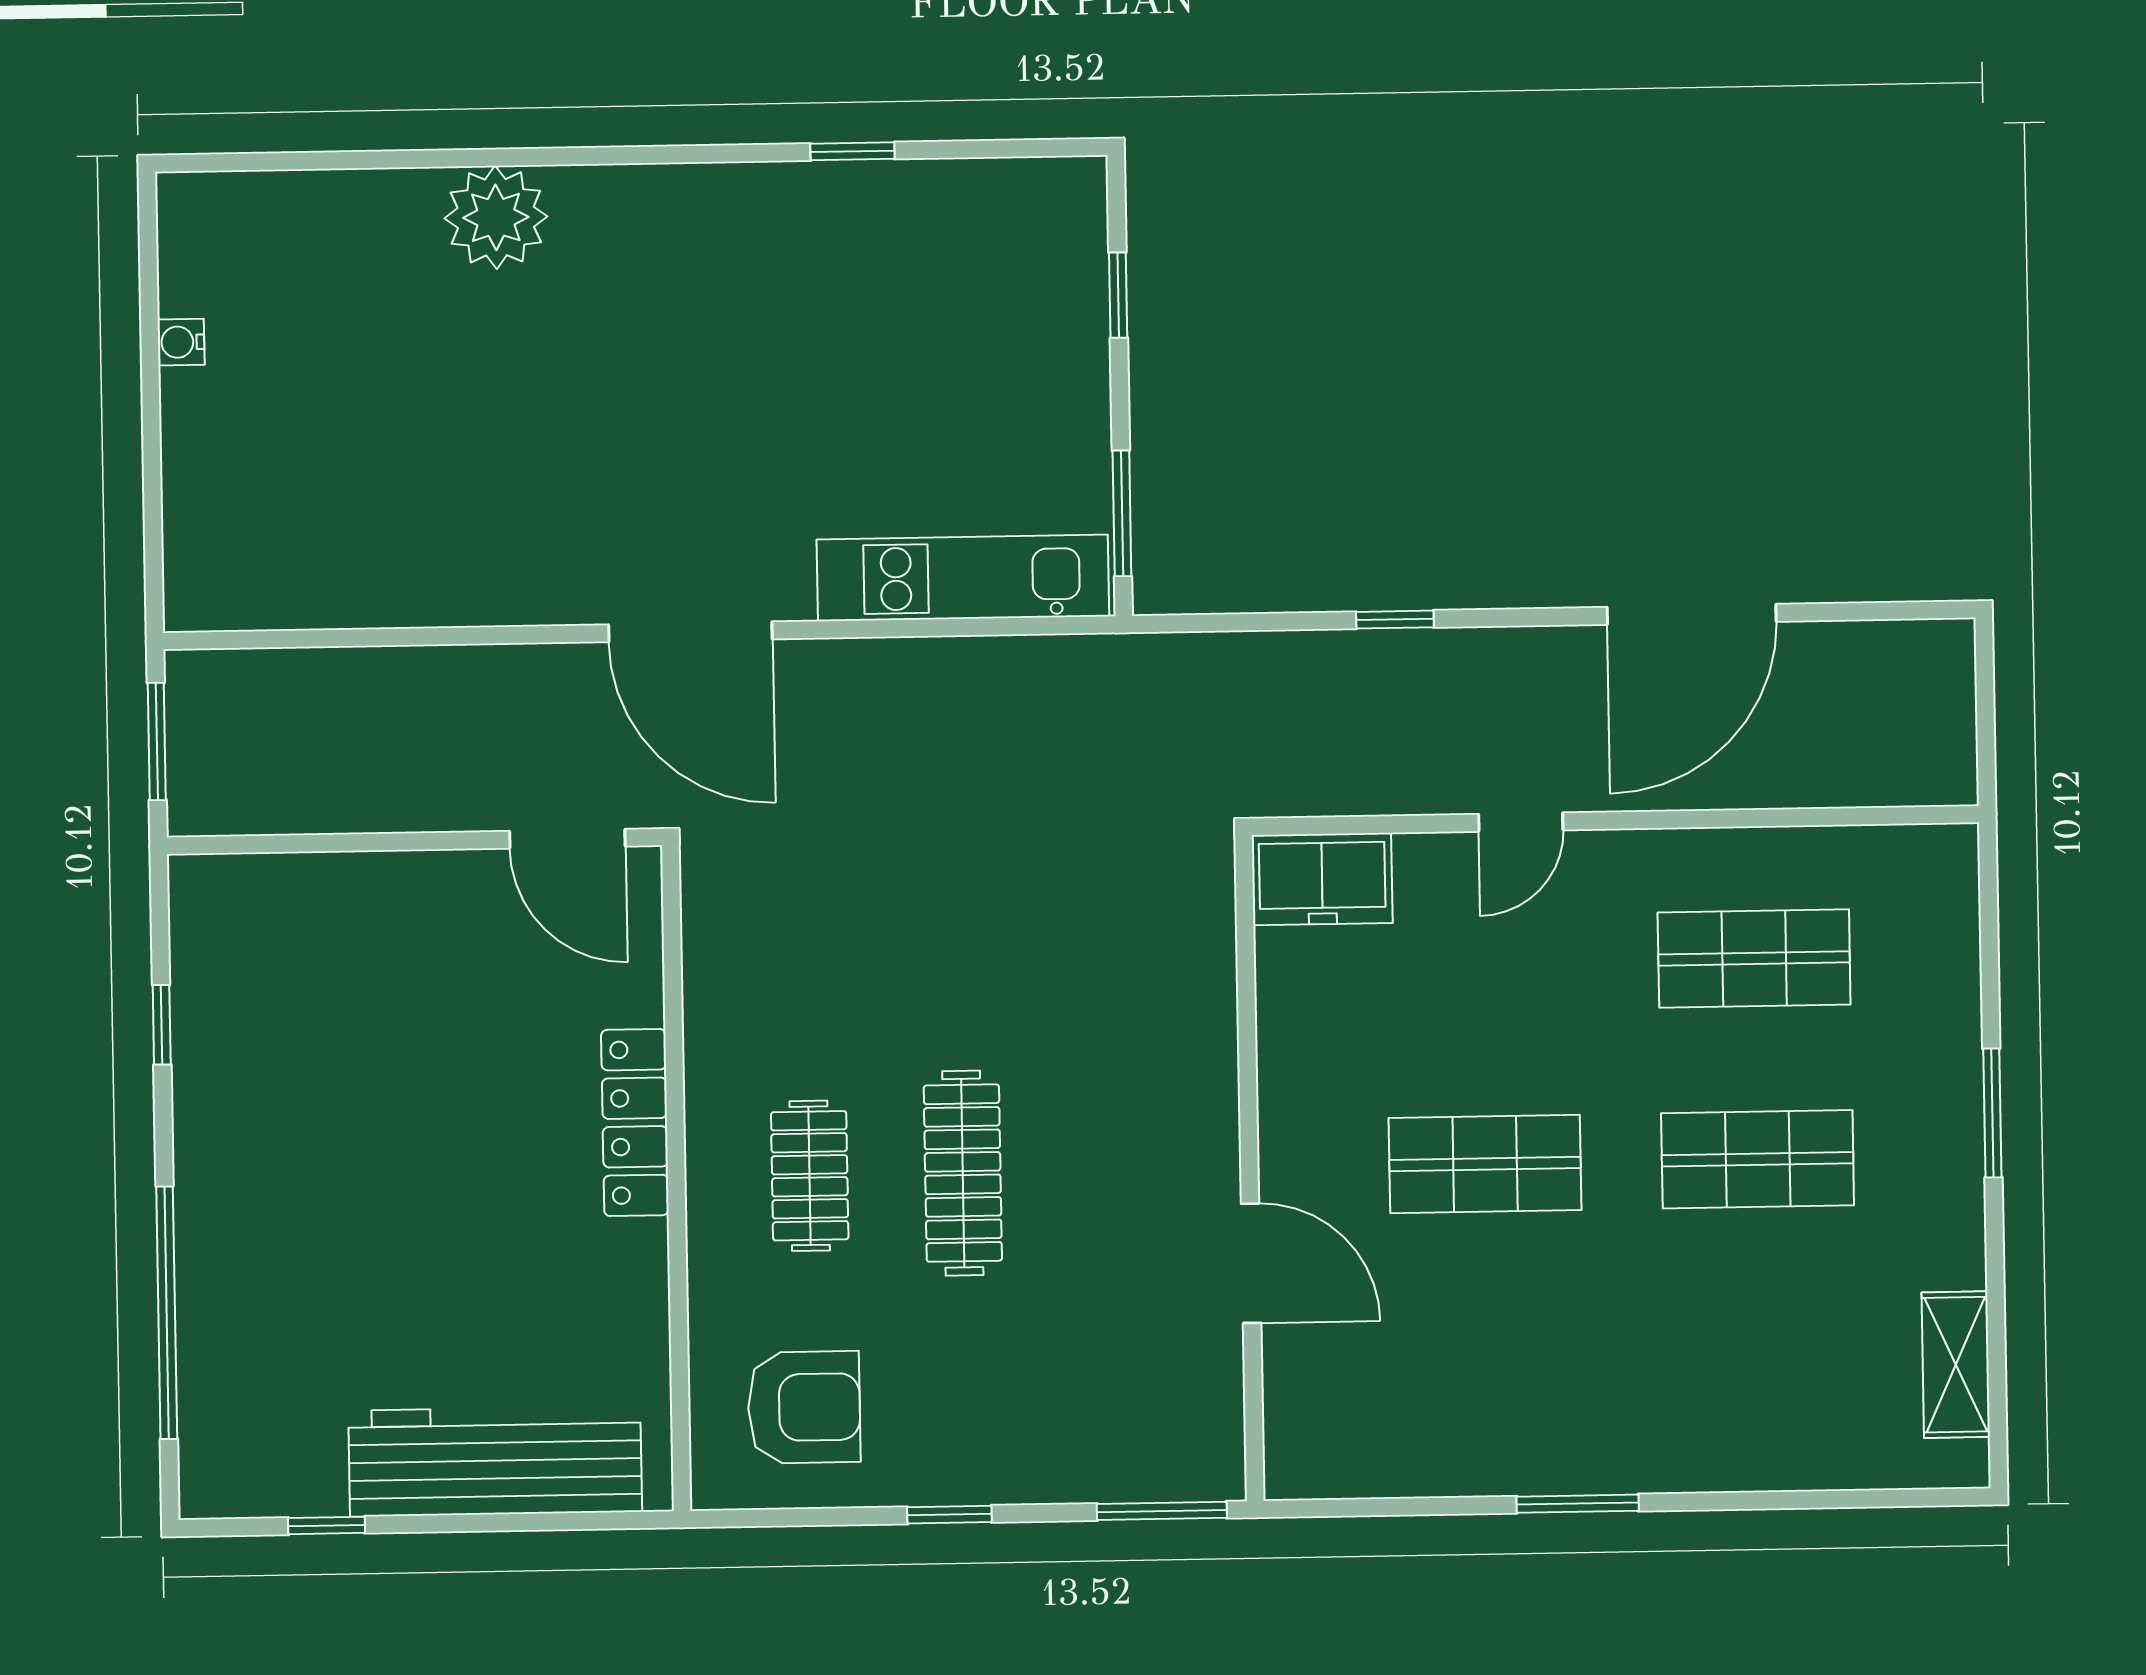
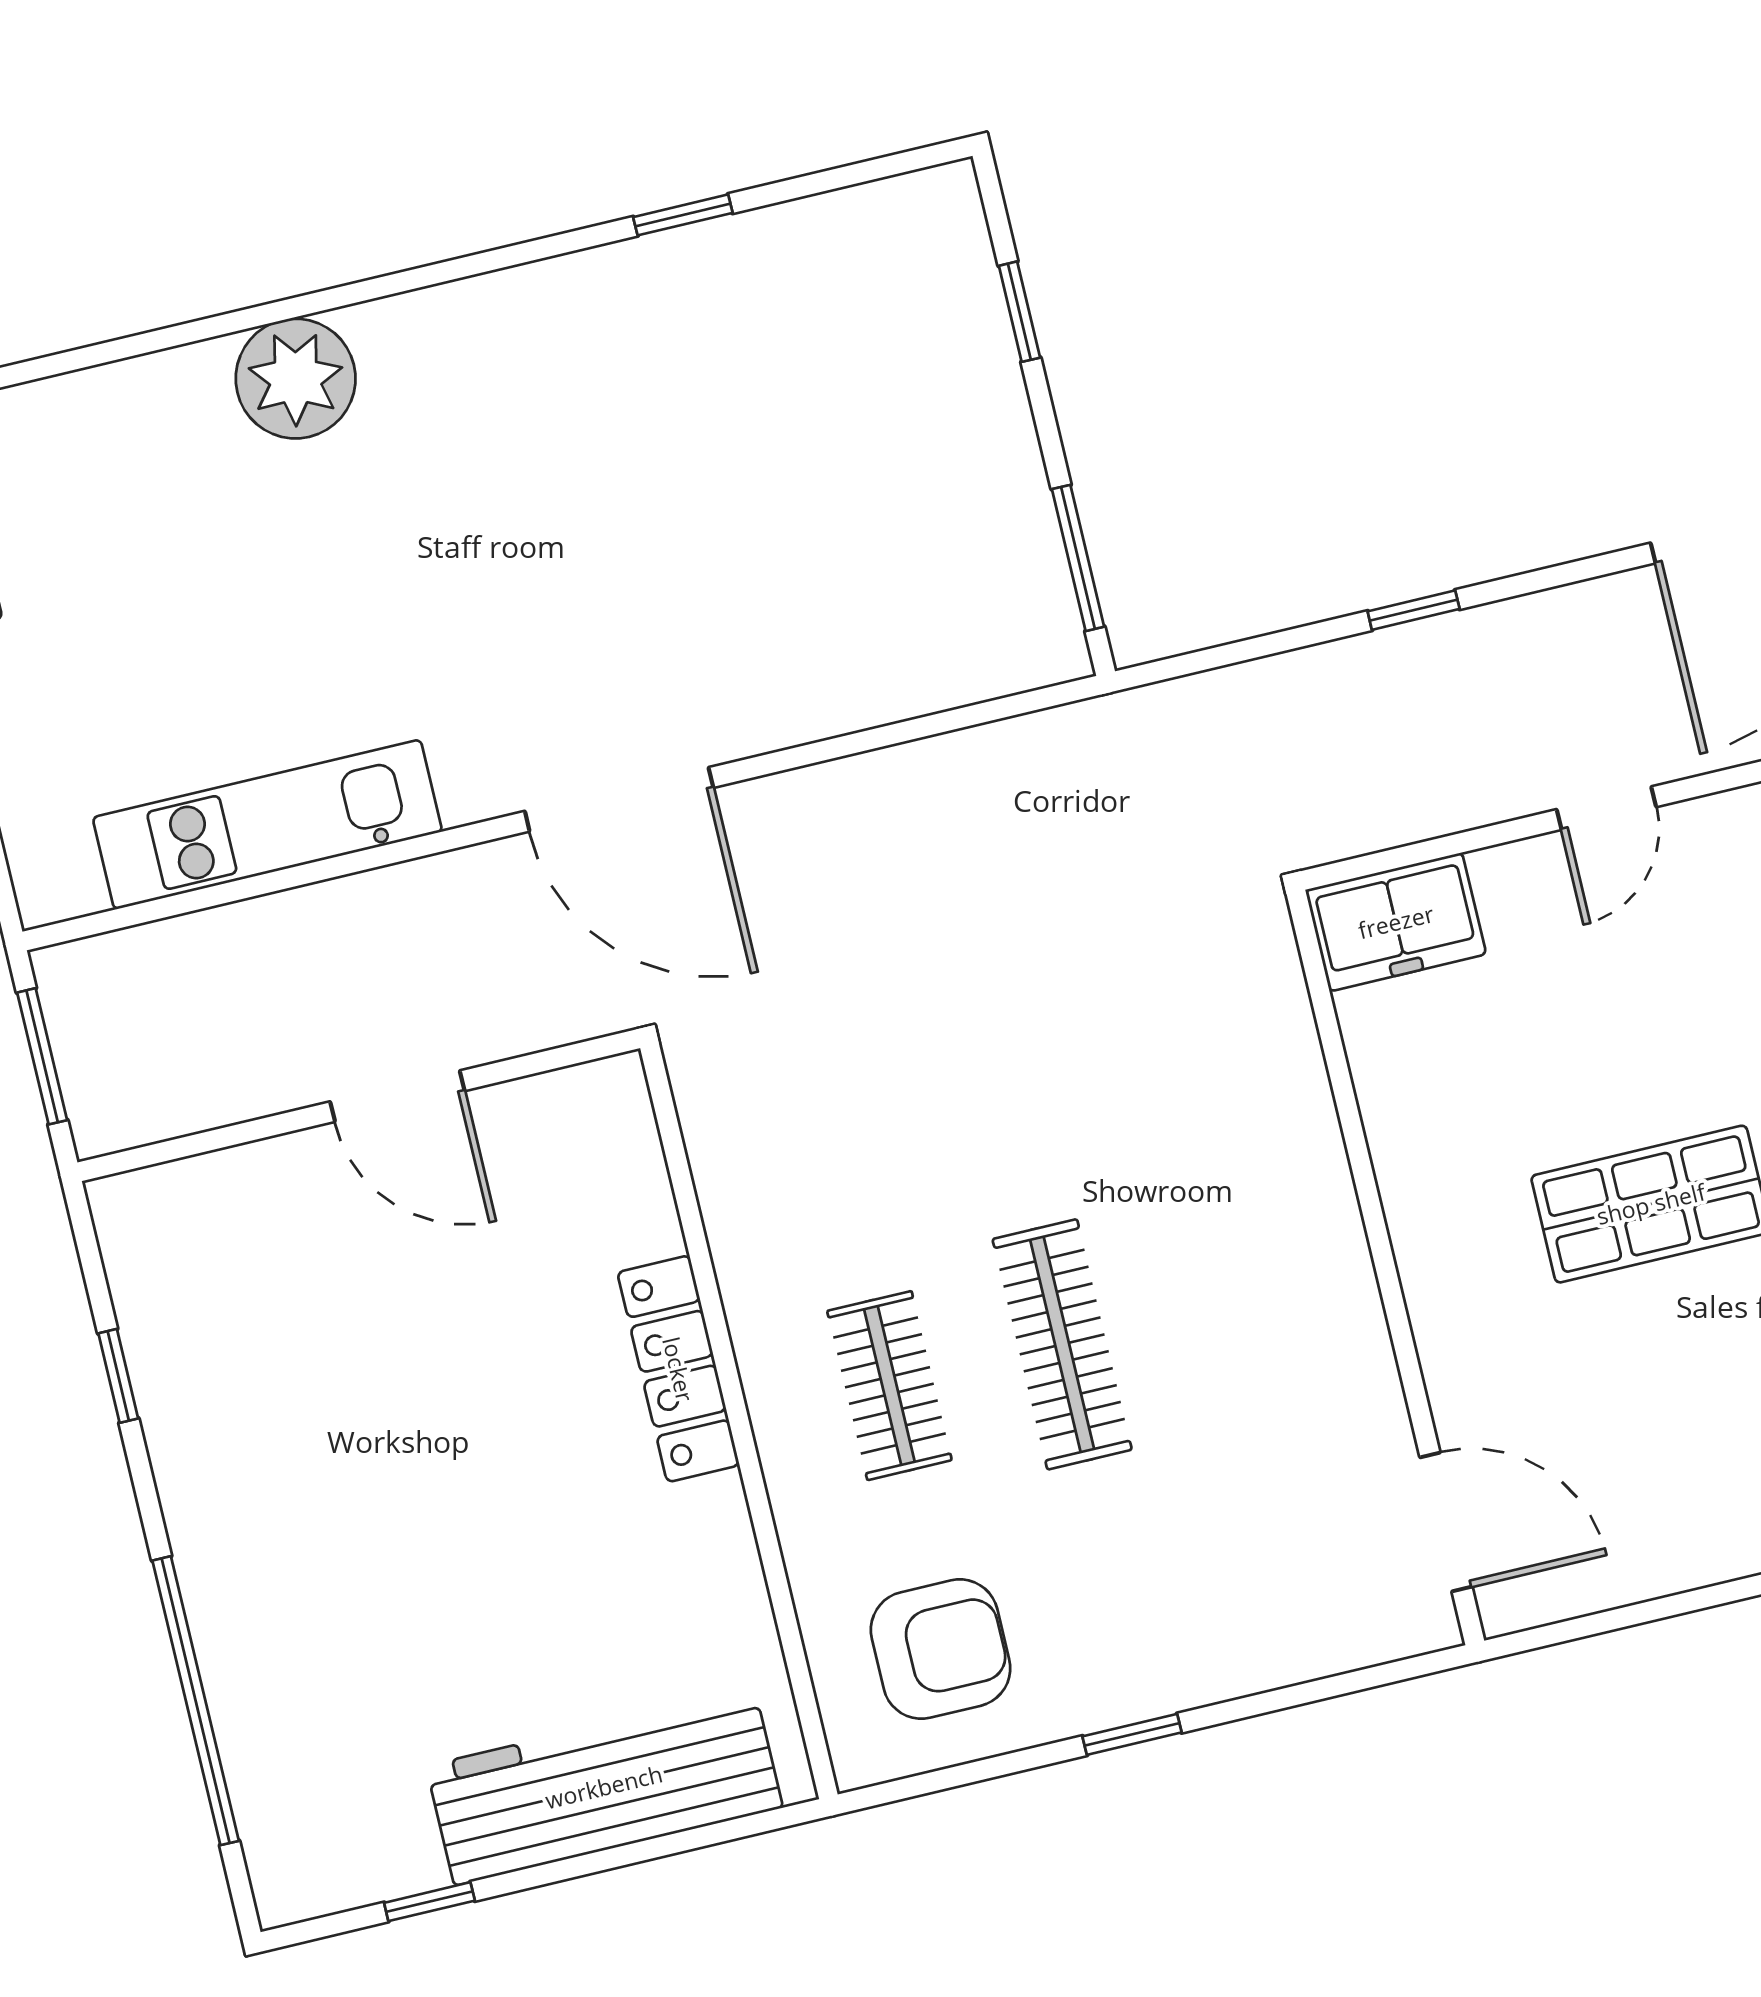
kitchen unit: (963, 578) -> (267, 825), moved
door: (567, 839) -> (397, 1096), moved
door: (1251, 1263) -> (1446, 1522), moved
window: (1162, 1511) -> (1371, 1677), removed

